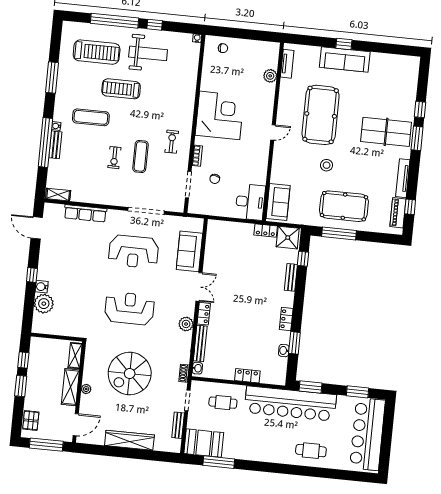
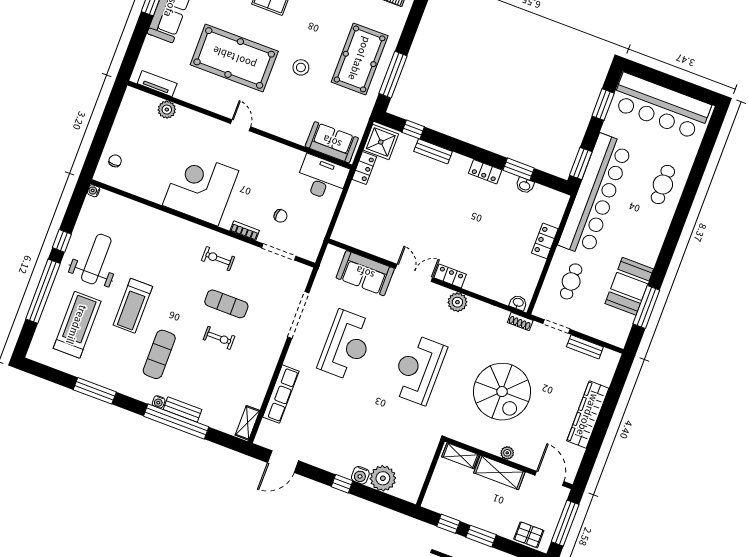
bench: (200, 343) -> (487, 291), removed
booth: (204, 443) -> (629, 286), moved

